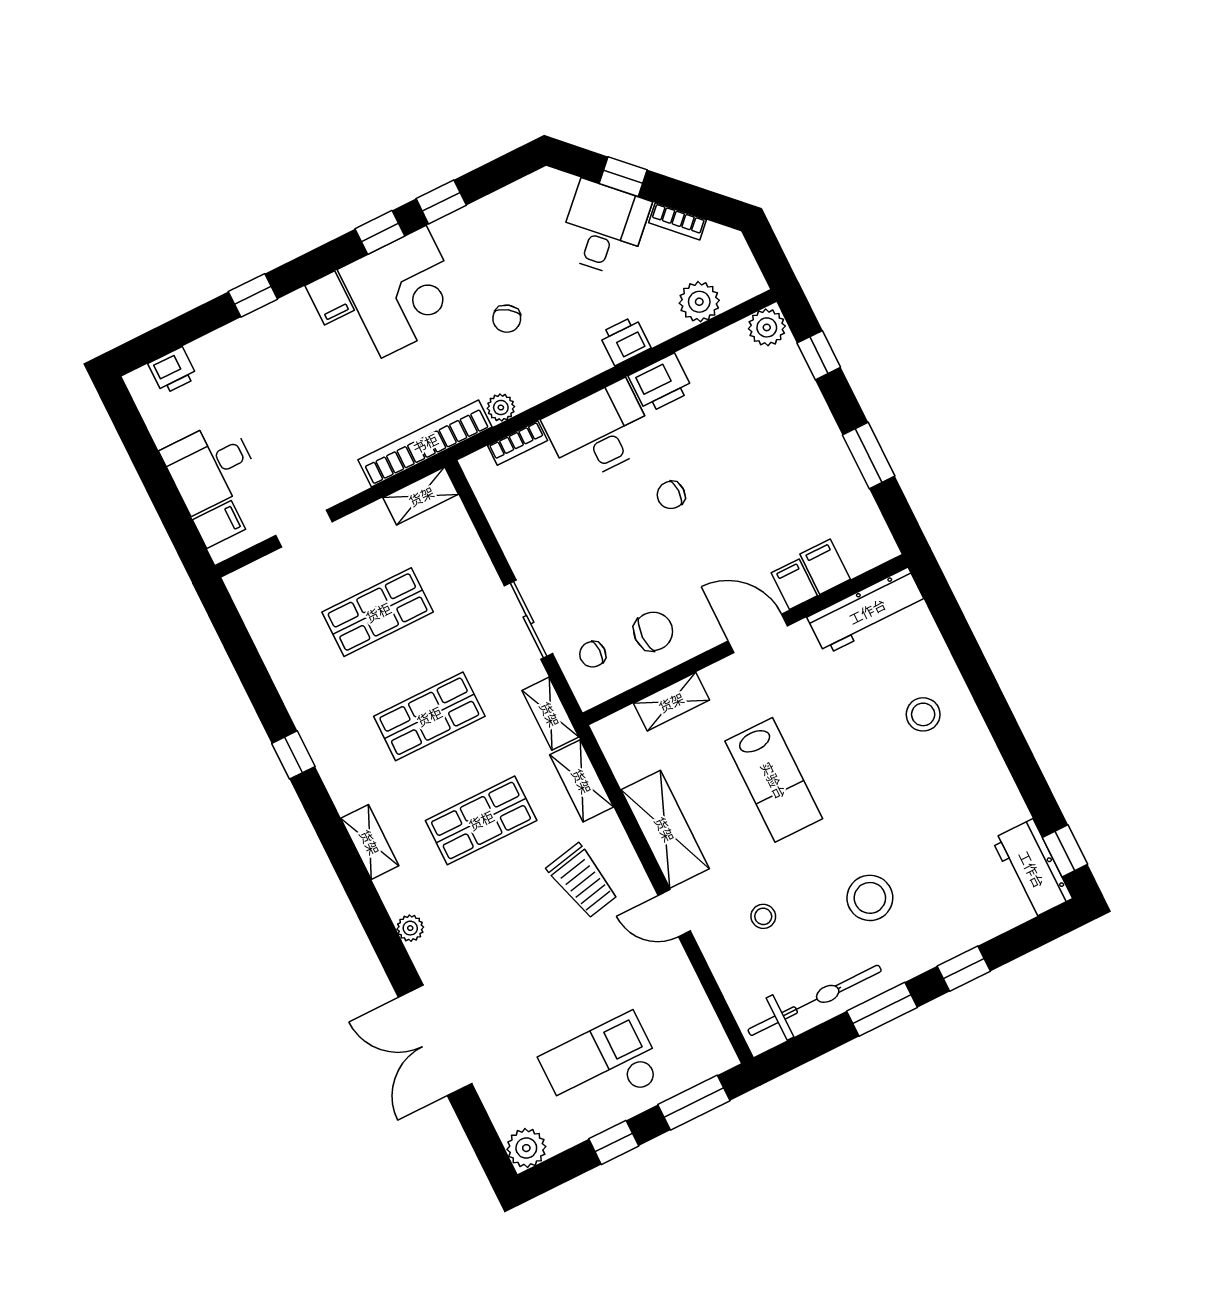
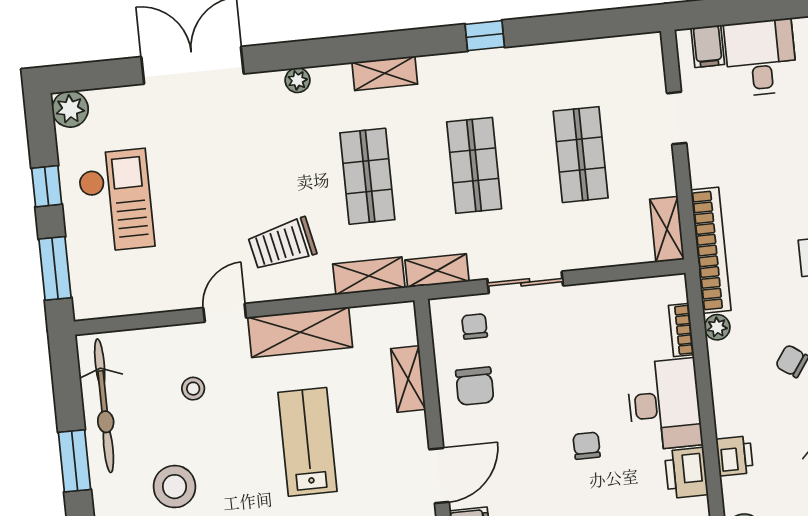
lab bench: (774, 780) -> (308, 442), turned 90

